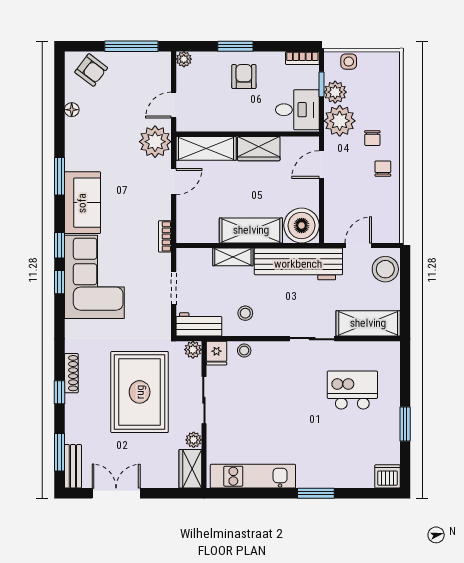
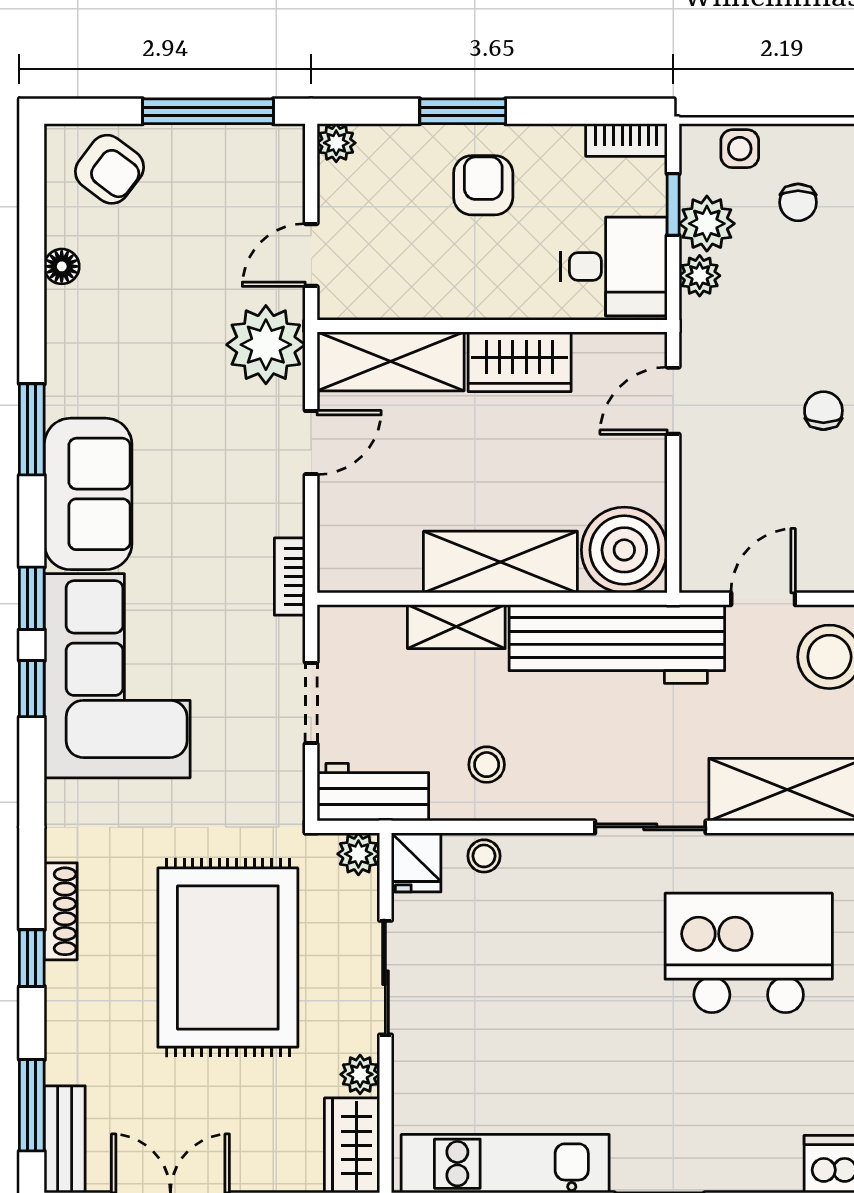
plant: (340, 121) -> (700, 276), width x0.53, depth x0.53
chair: (372, 138) -> (798, 202), moved
kitchen island: (352, 390) -> (749, 953), width x1.37, depth x1.28

